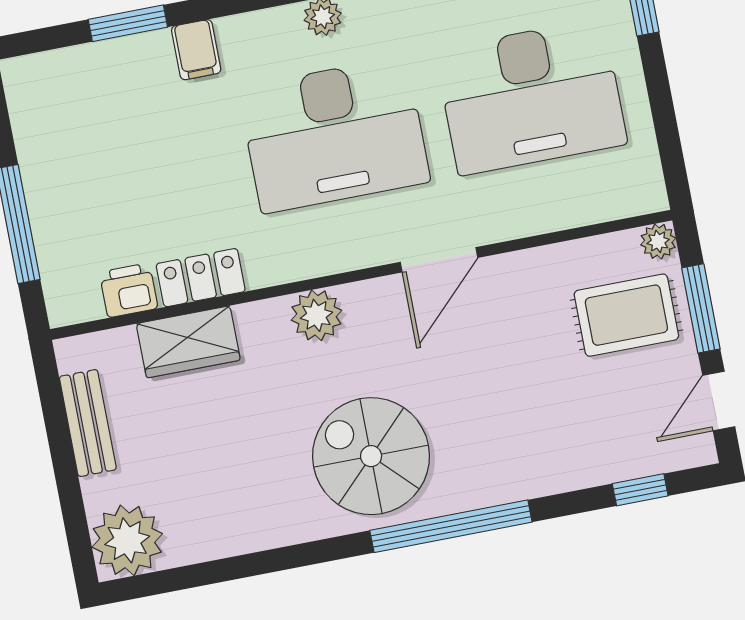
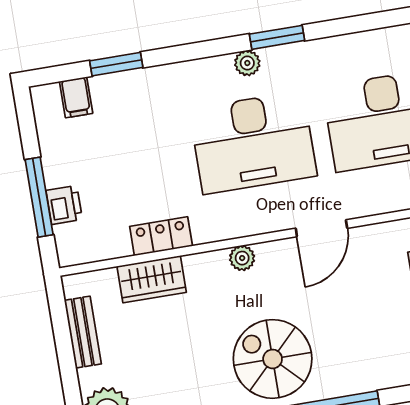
filing cabinet: (196, 50) -> (76, 97), moved
printer: (129, 290) -> (64, 205), moved, turned 90
plant: (316, 315) -> (242, 258), width x0.73, depth x0.73

